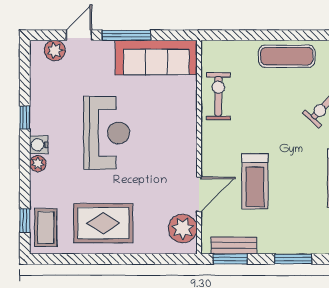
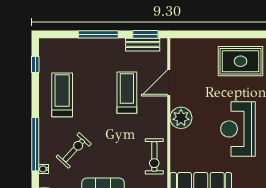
plant: (183, 228) -> (181, 118), moved
window: (293, 259) -> (98, 34), width x1.44

